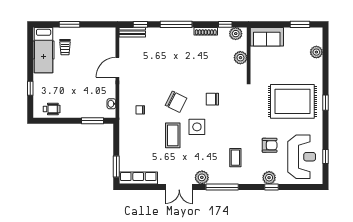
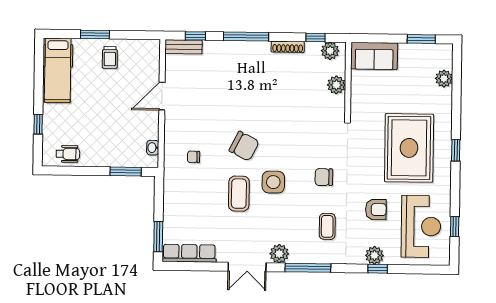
trolley: (65, 47) -> (110, 57), moved
chair: (212, 99) -> (324, 177), moved
rug: (292, 101) -> (409, 148), turned 90

